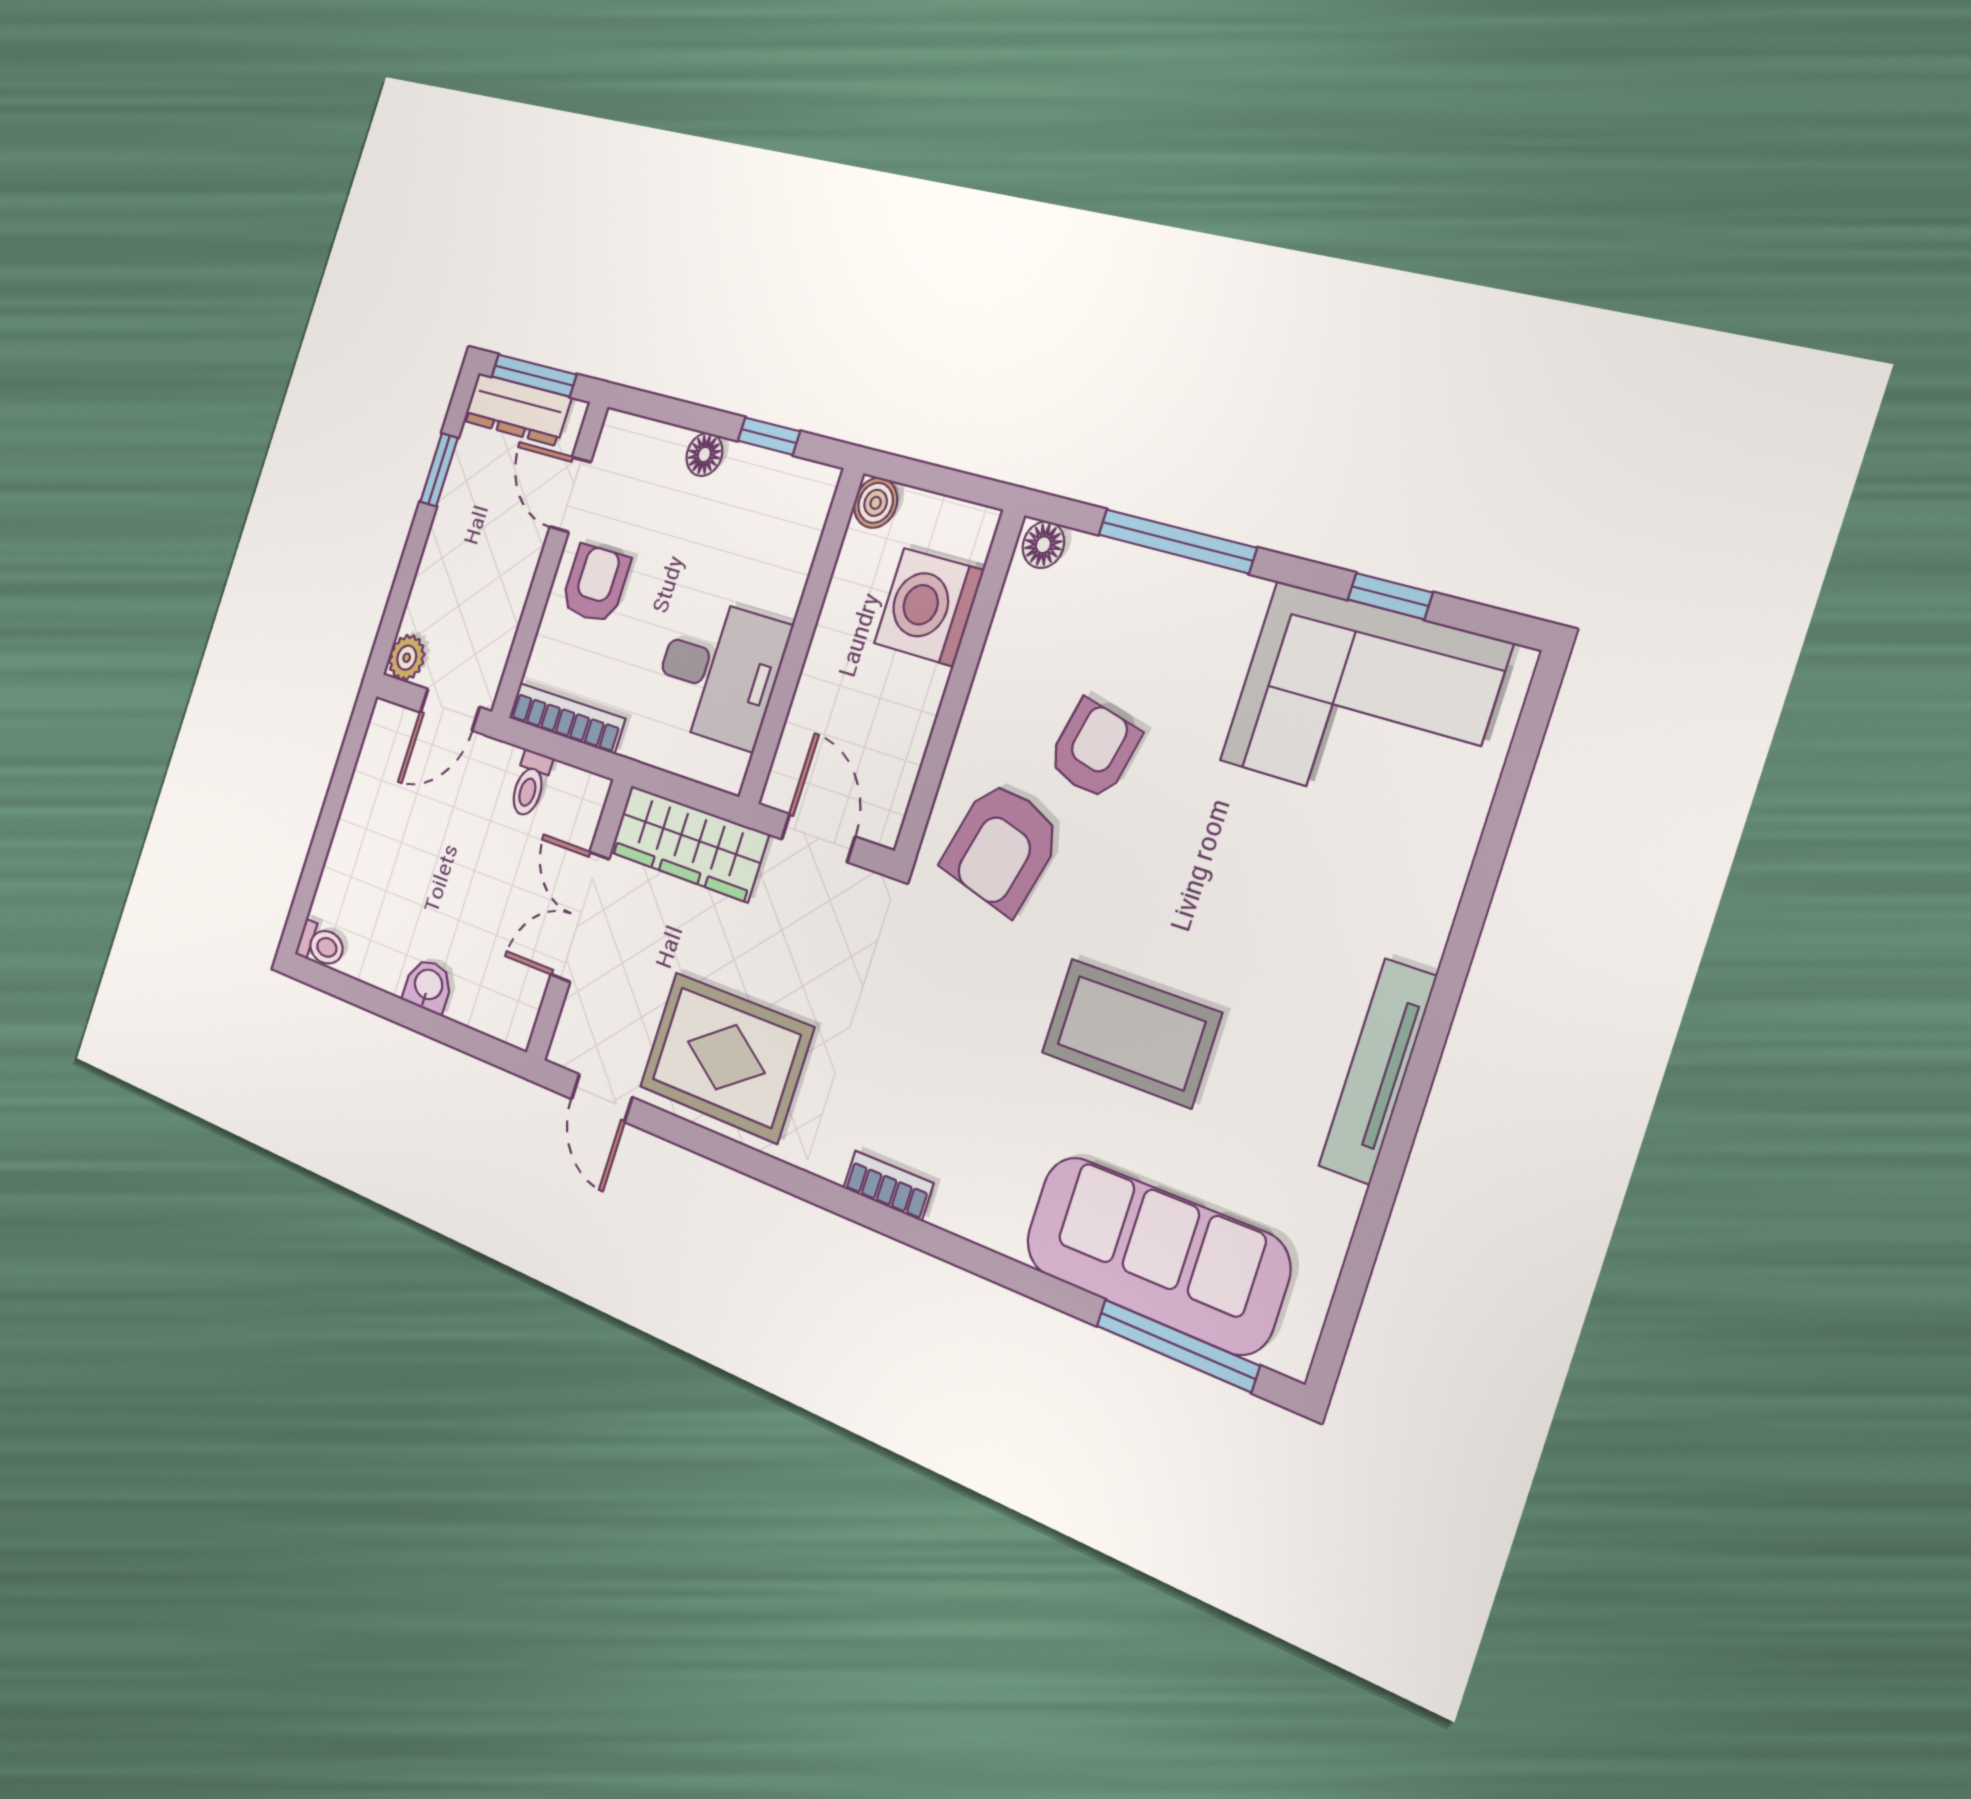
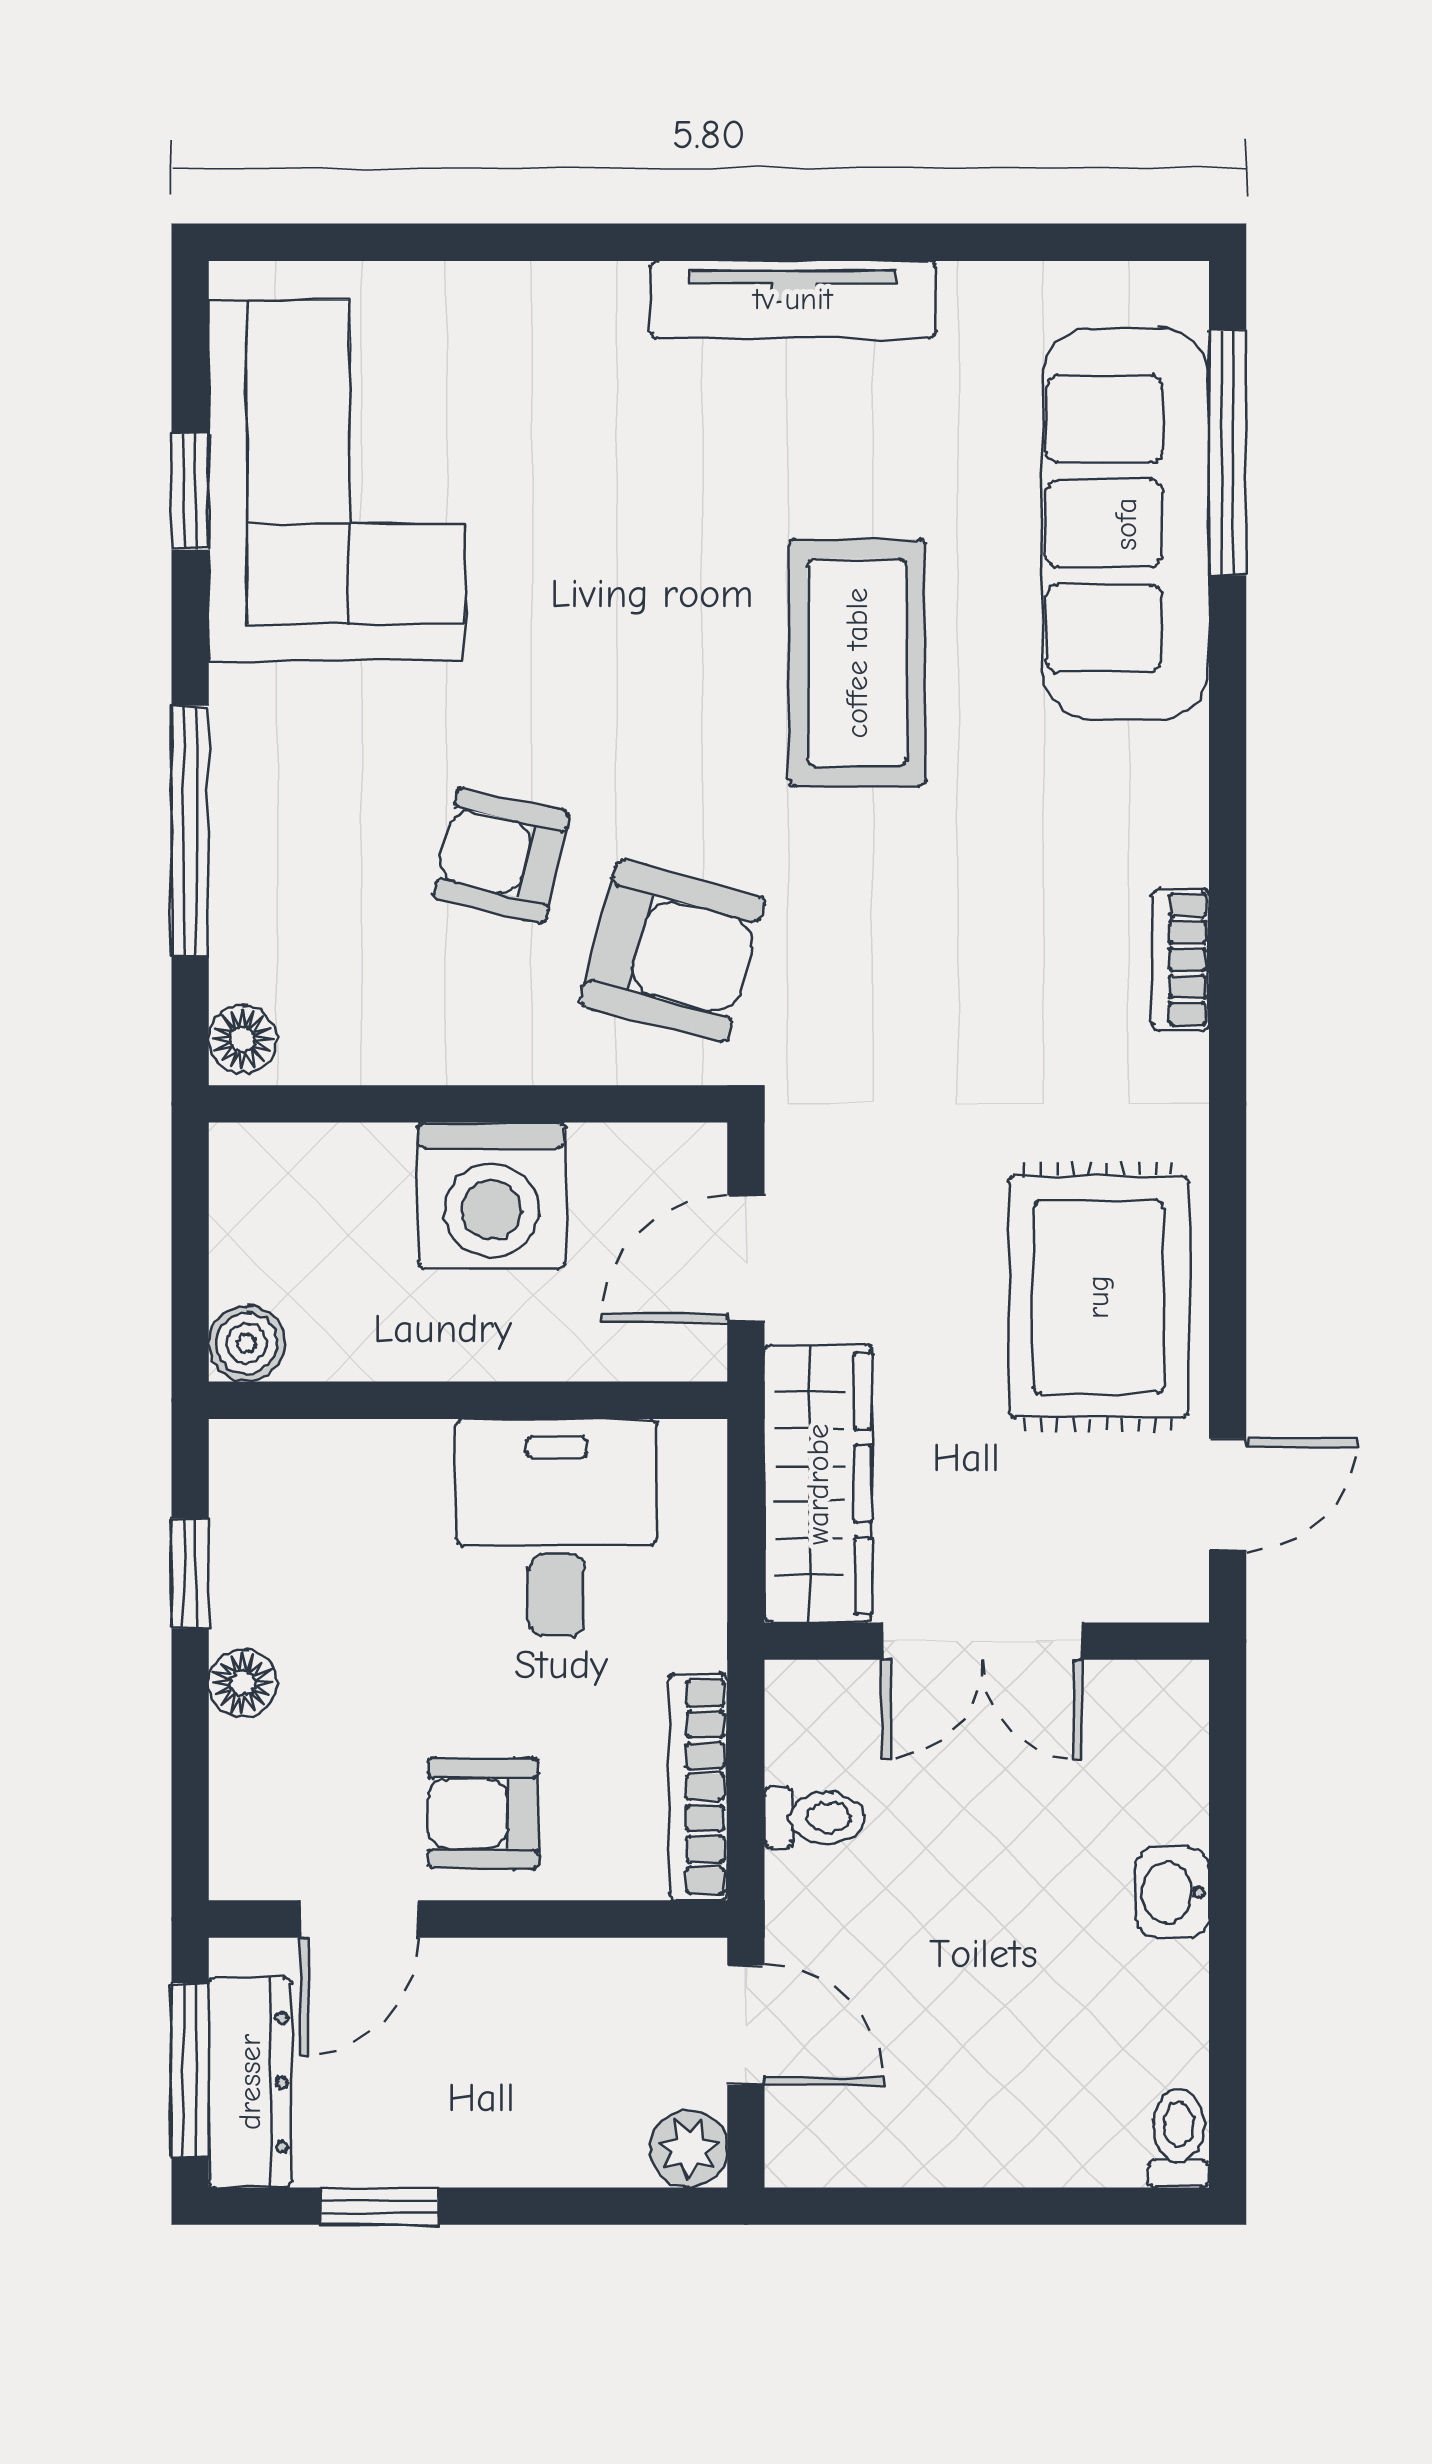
washing machine: (929, 607) -> (491, 1196), moved

